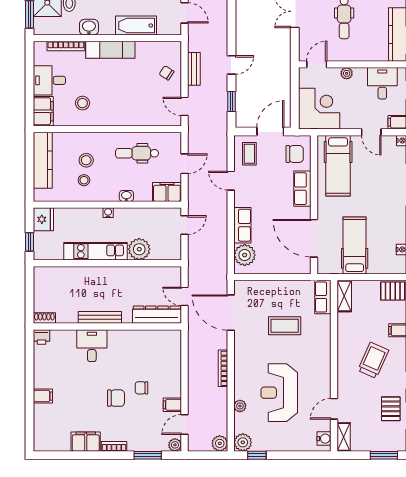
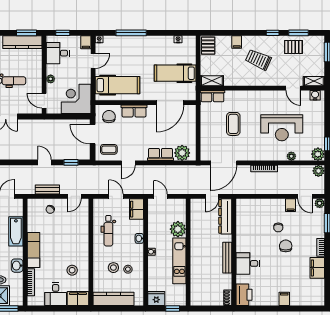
printer: (42, 337) -> (244, 295), width x1.87, depth x1.48

